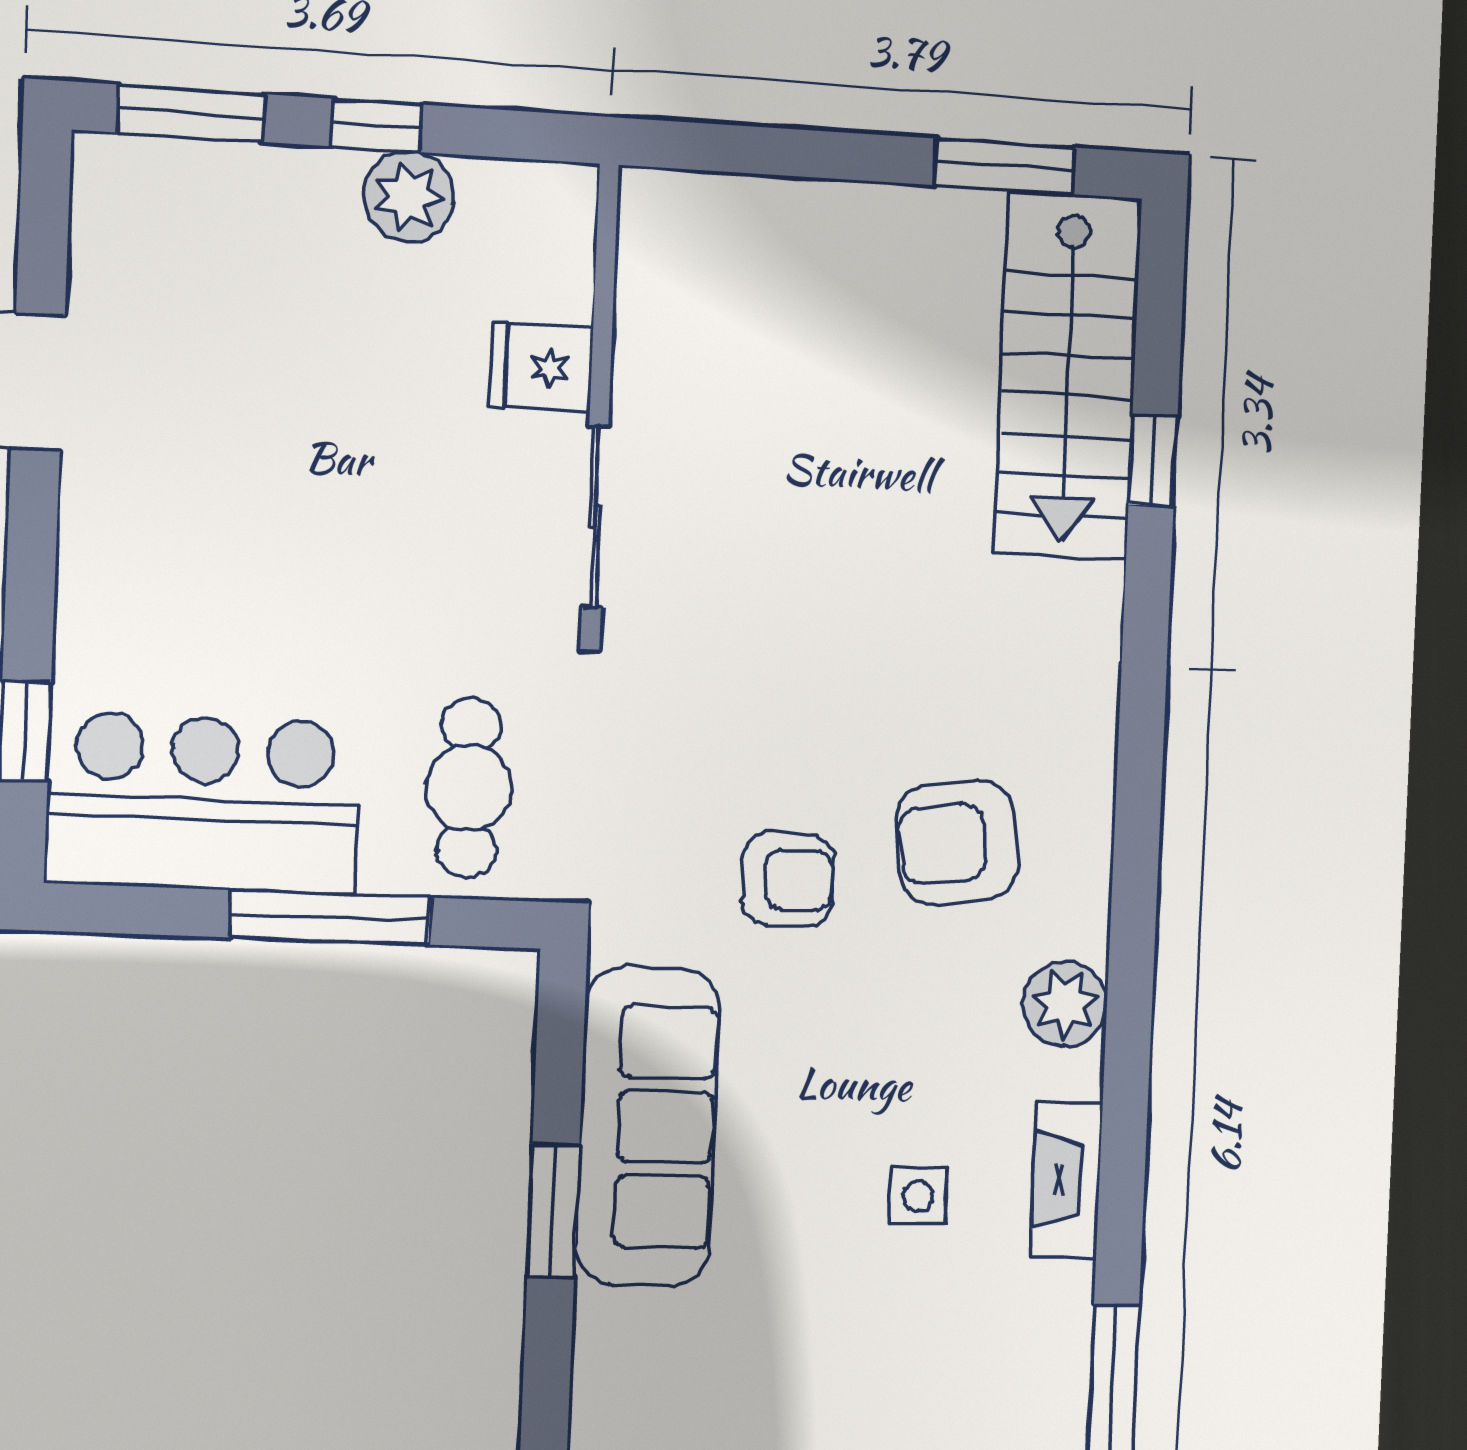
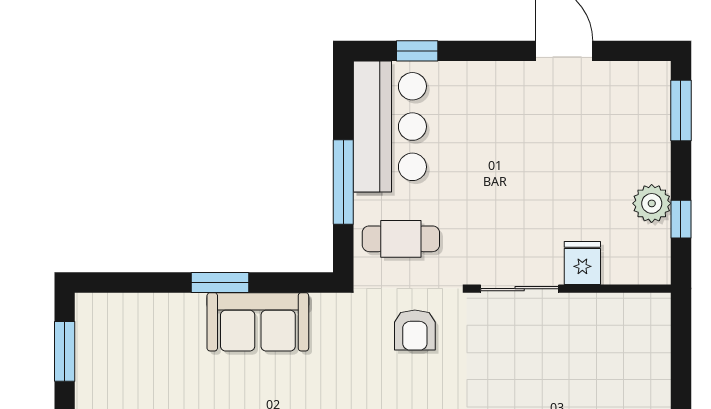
window: (377, 125) -> (681, 219), moved
armchair: (788, 879) -> (415, 330), moved
sofa: (647, 1126) -> (258, 322), width x0.73

